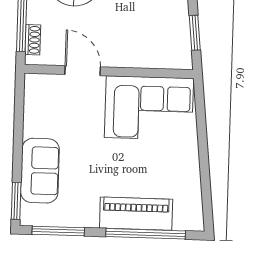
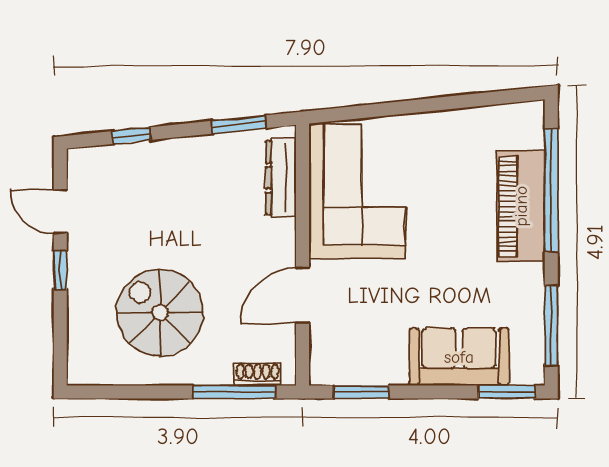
dresser: (159, 59) -> (281, 178), added
window: (19, 107) -> (361, 392), added

